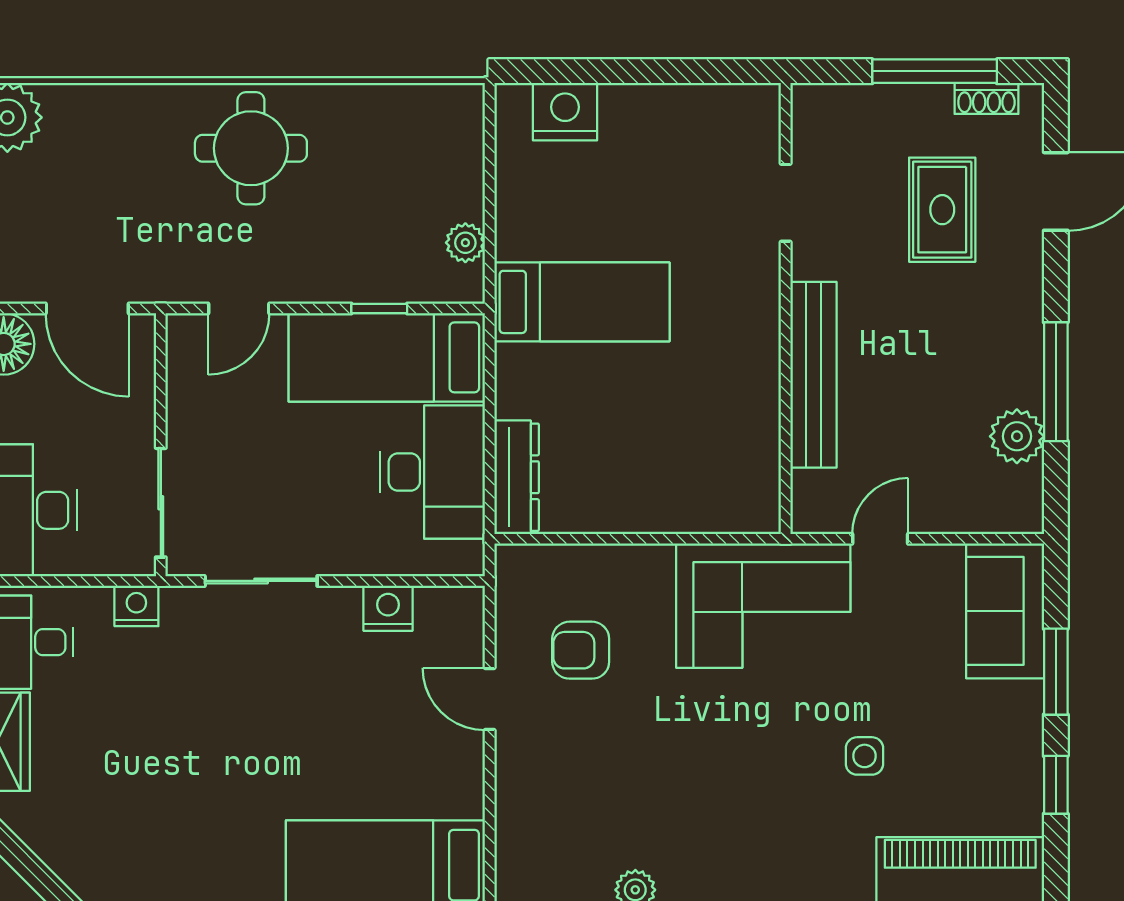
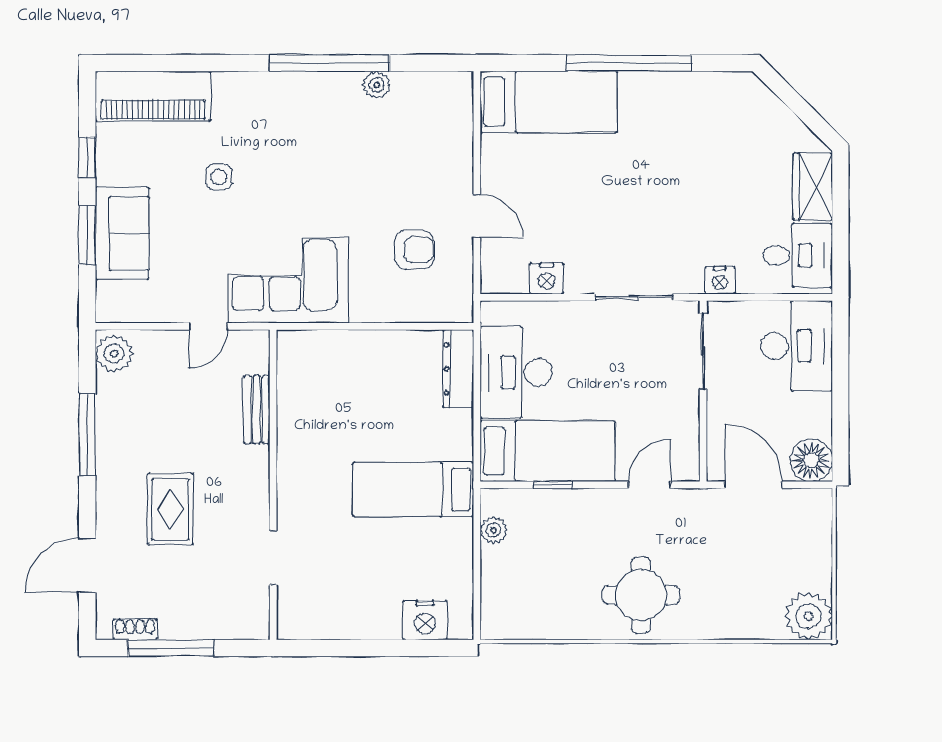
rug: (942, 210) -> (170, 509), moved
bench: (813, 375) -> (257, 410), width x0.54, depth x0.82
plant: (1017, 436) -> (114, 354), moved
sofa: (1005, 611) -> (122, 233), moved

